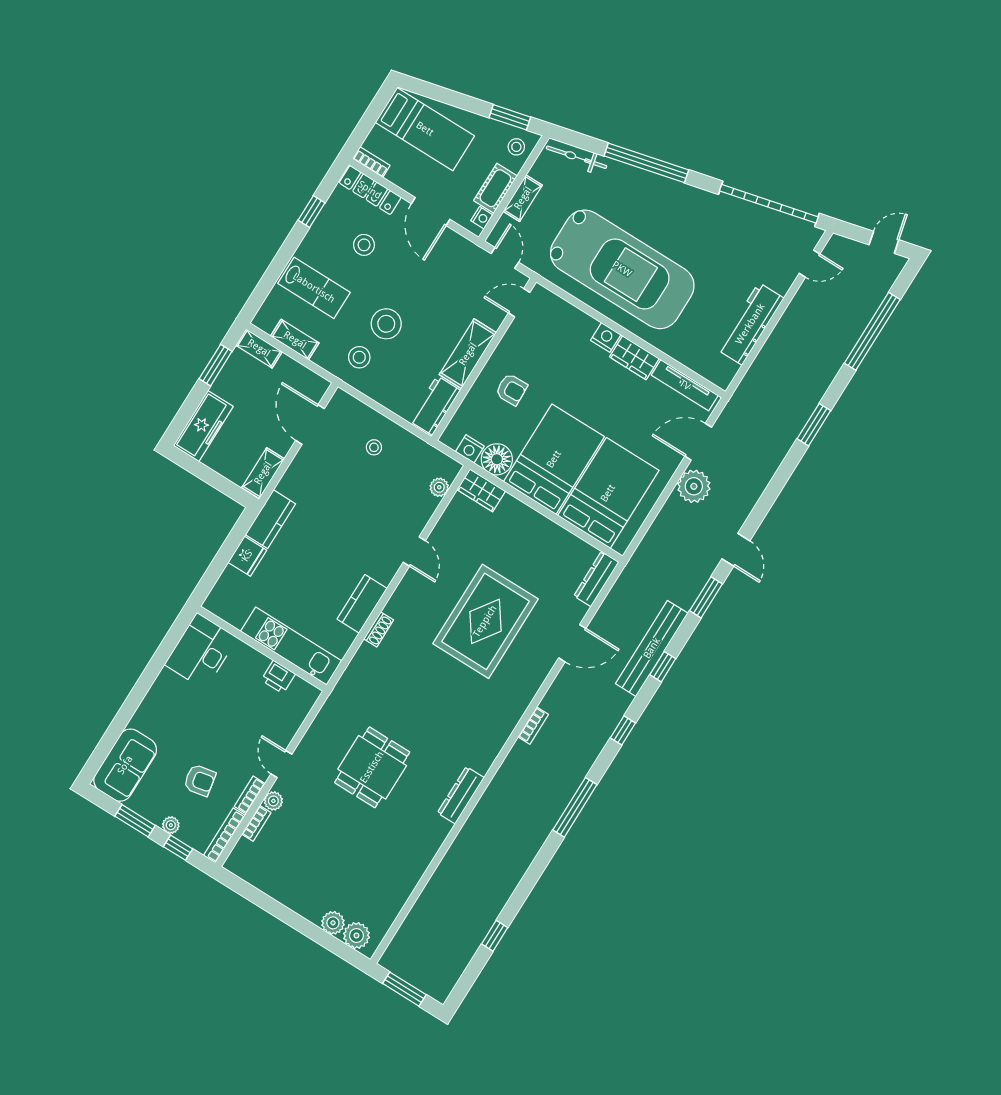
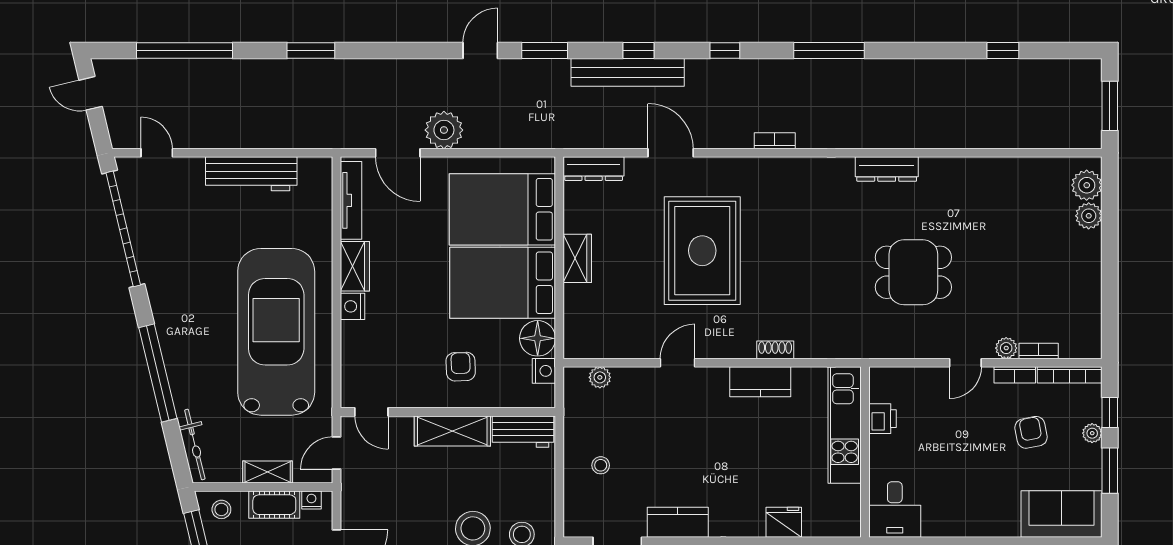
wardrobe: (481, 490) -> (577, 258), moved
kitchen counter: (270, 519) -> (678, 522), moved
rug: (485, 621) -> (702, 251), turned 90
desk: (201, 651) -> (895, 510), width x0.73

